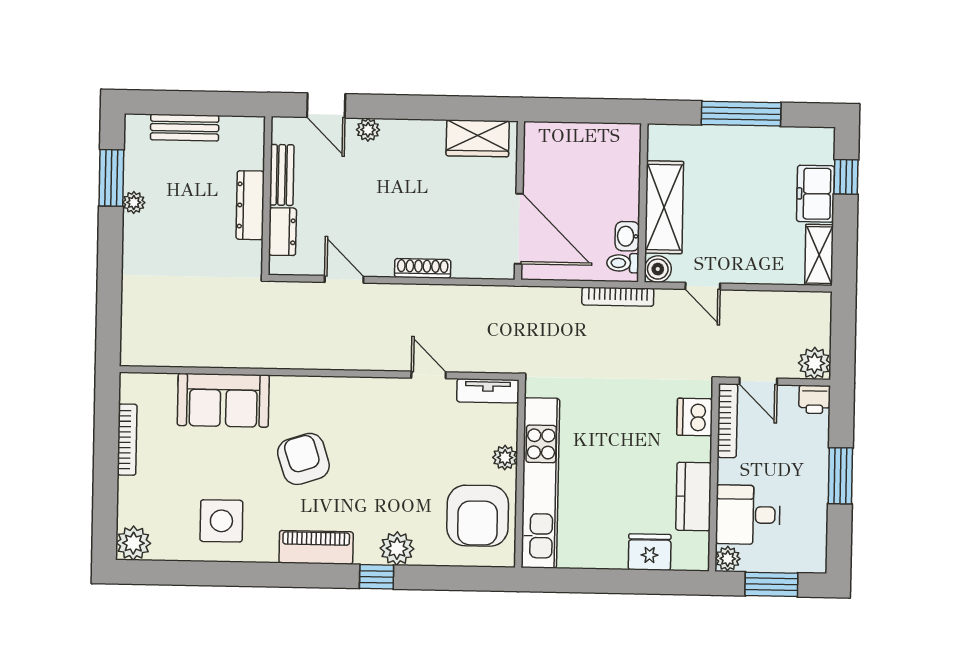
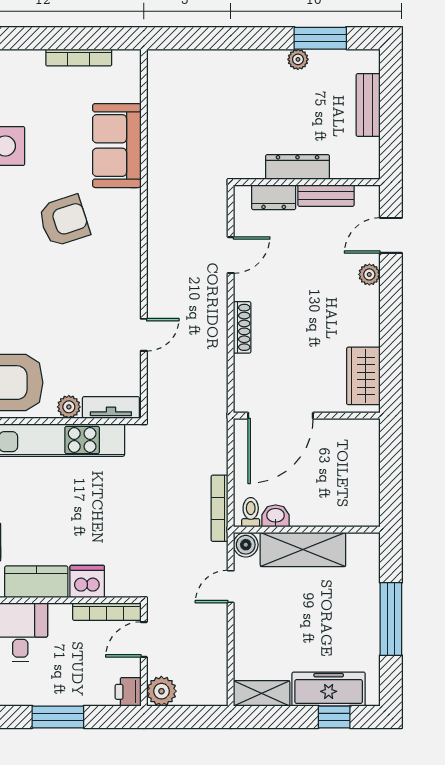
freezer: (816, 194) -> (329, 689), width x1.40
tv unit: (488, 391) -> (111, 407), moved, turned 90
dishwasher: (695, 417) -> (87, 581), moved

